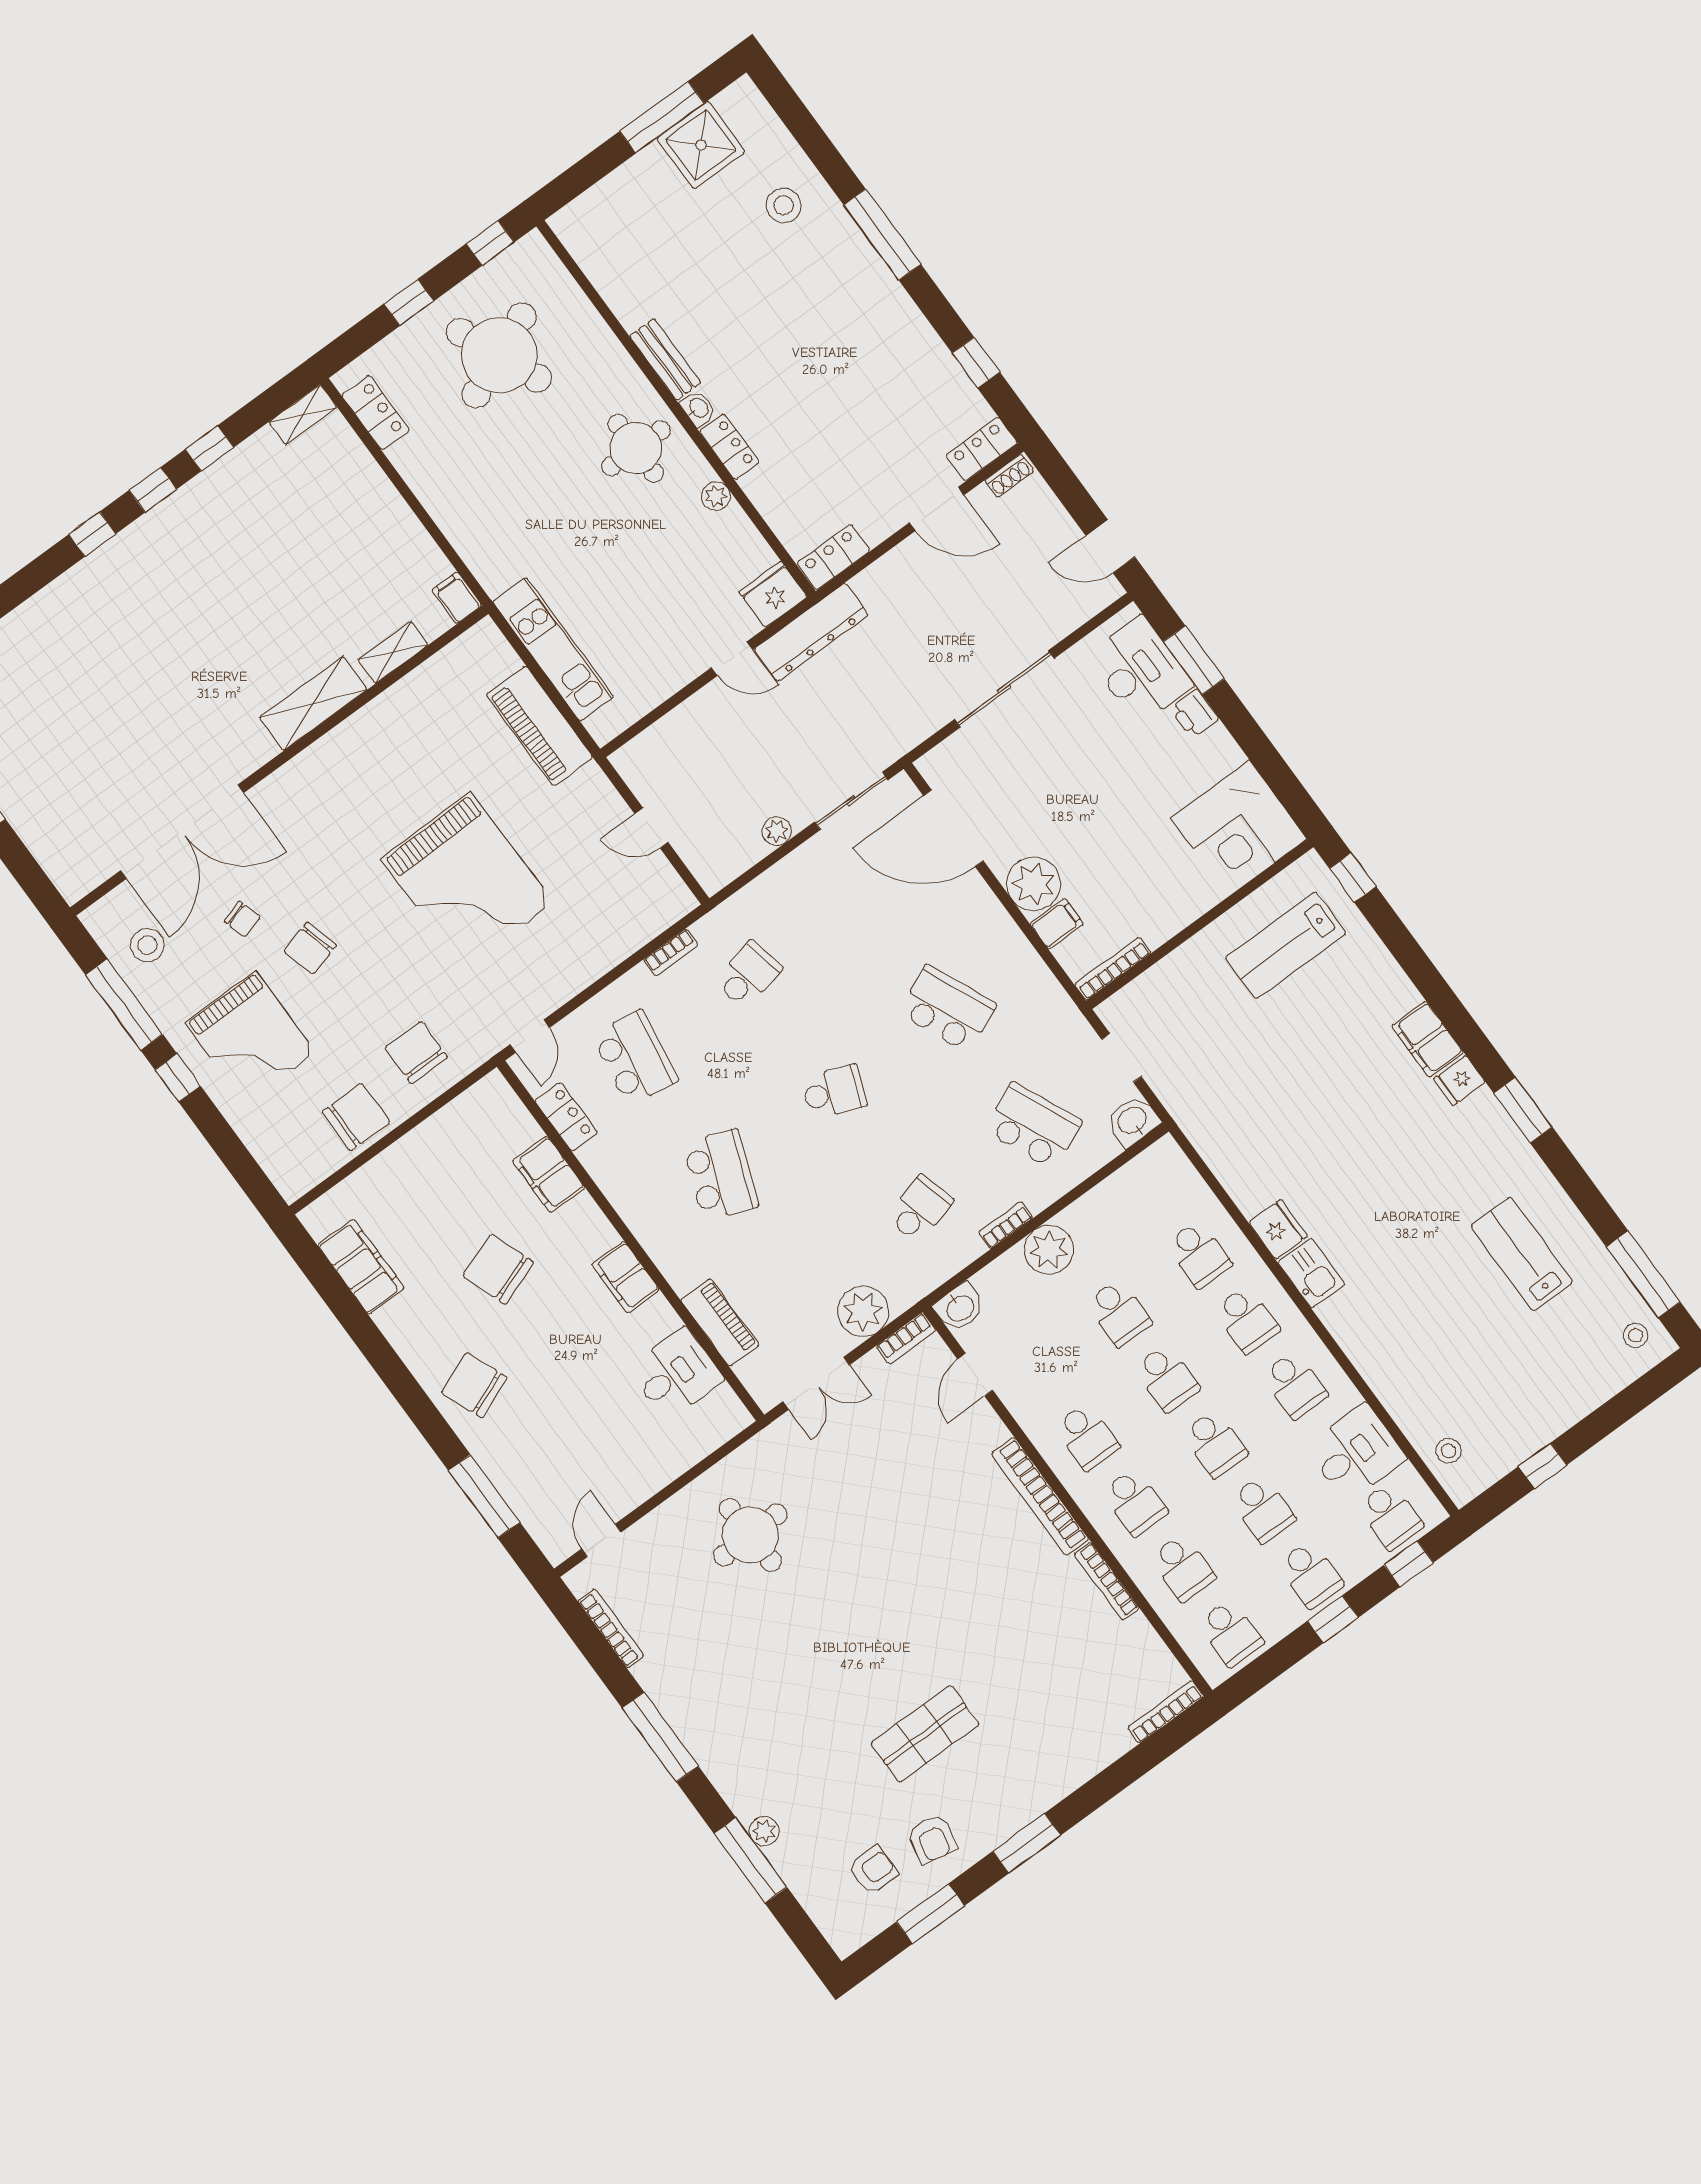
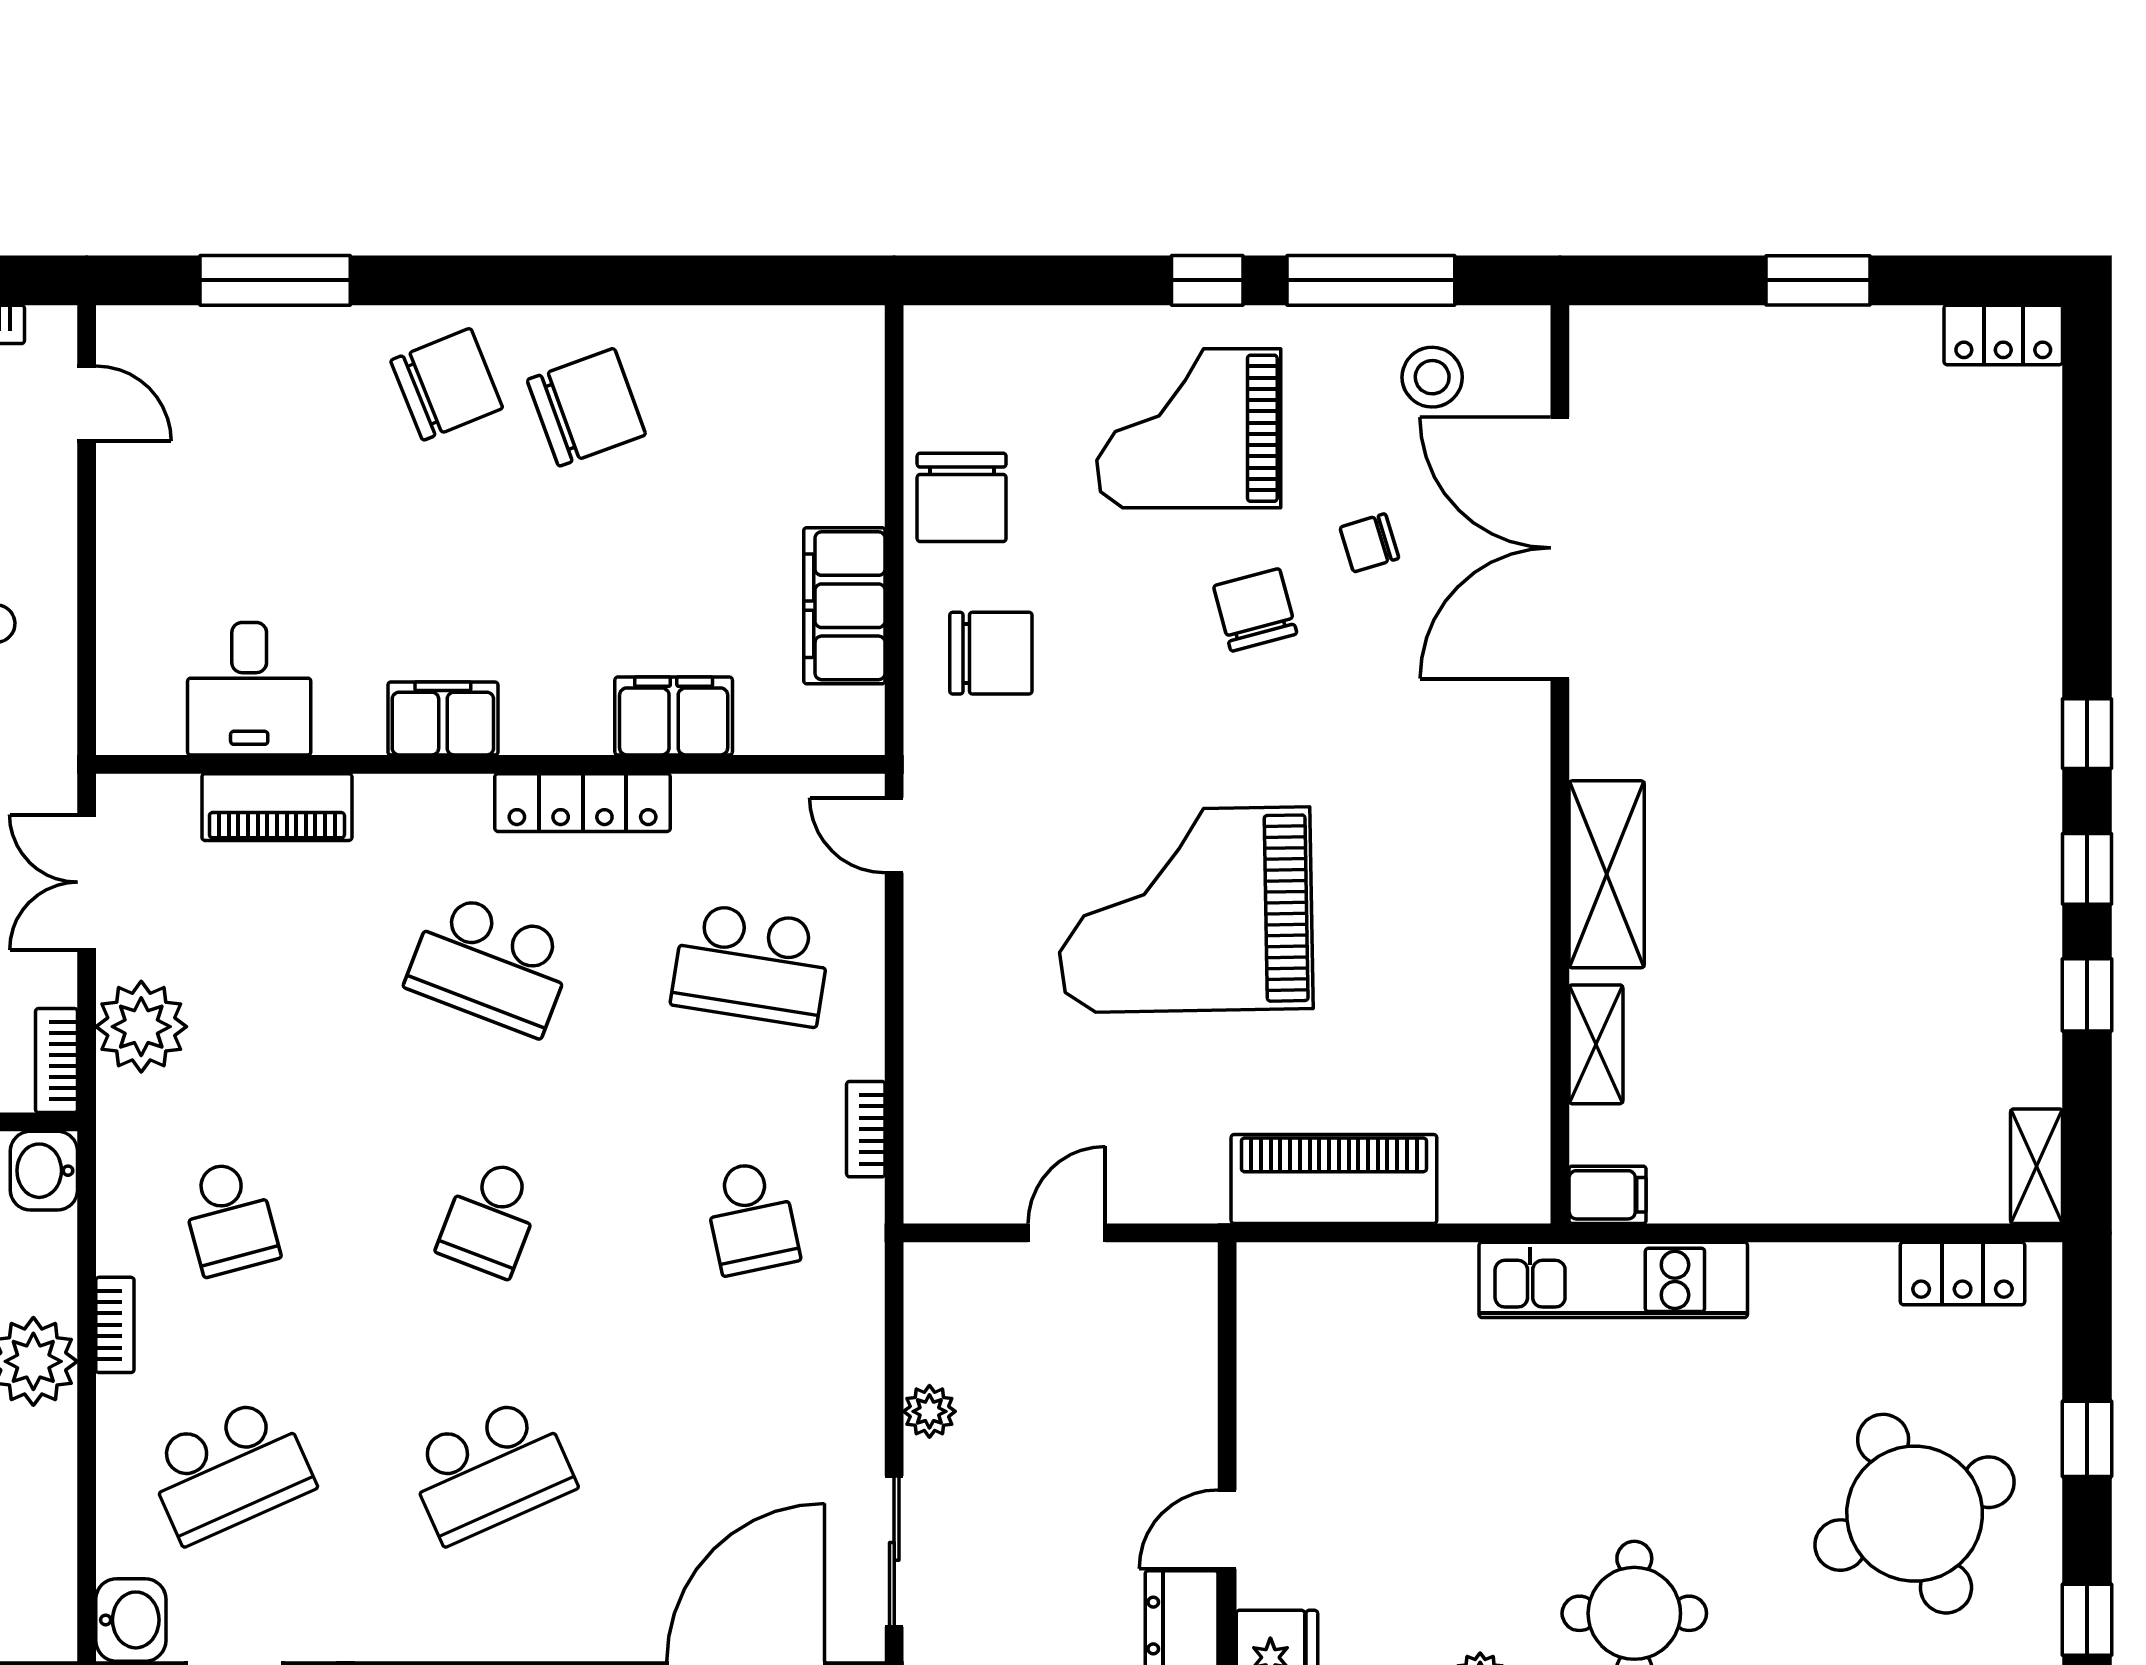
kitchen unit: (553, 649) -> (1613, 1280), moved
locker: (566, 1117) -> (583, 803), moved, width x1.53
filing cabinet: (361, 1267) -> (844, 606), moved, turned 90
chair: (498, 1269) -> (586, 407), moved

